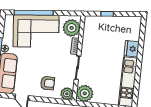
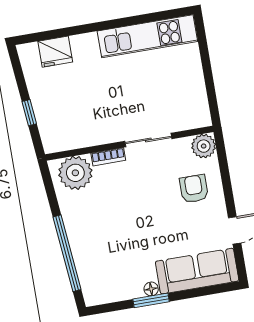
corner sofa: (36, 31) -> (101, 239), removed
fridge: (132, 49) -> (55, 52), moved
plant: (85, 93) -> (193, 112), removed

